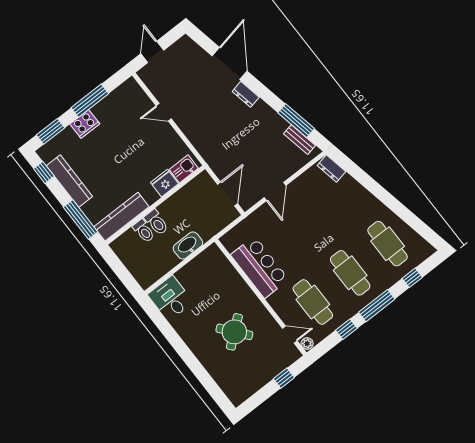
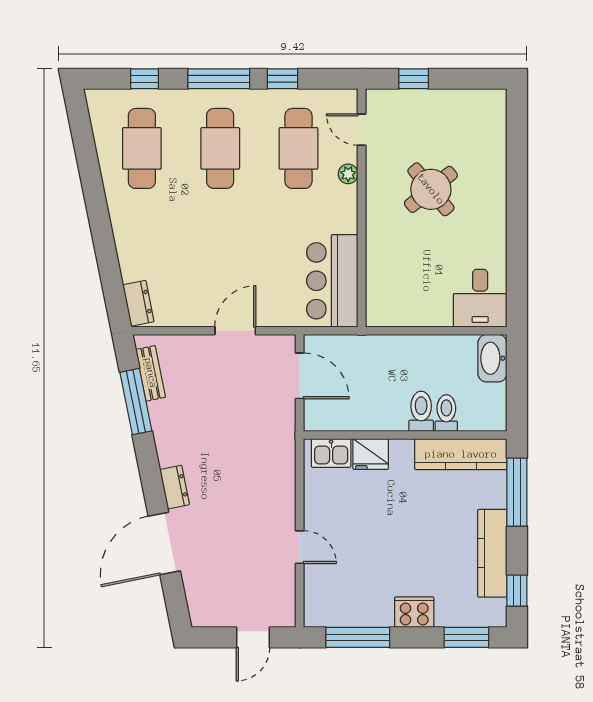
window: (90, 101) -> (358, 637), moved
door: (227, 194) -> (300, 376), swing flipped
washbasin: (188, 246) -> (492, 358), moved, turned 90
bar counter: (260, 267) -> (332, 281), moved
plant: (307, 344) -> (348, 174), moved

